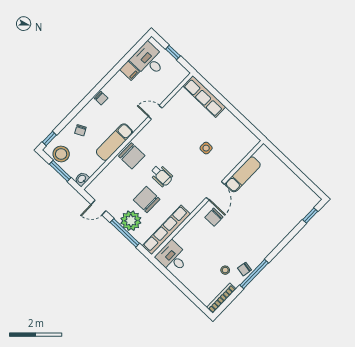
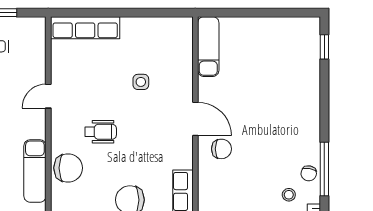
exam couch: (243, 174) -> (208, 47), moved
wheelchair: (161, 176) -> (101, 132), moved
chair: (214, 217) -> (221, 149), turned -90

